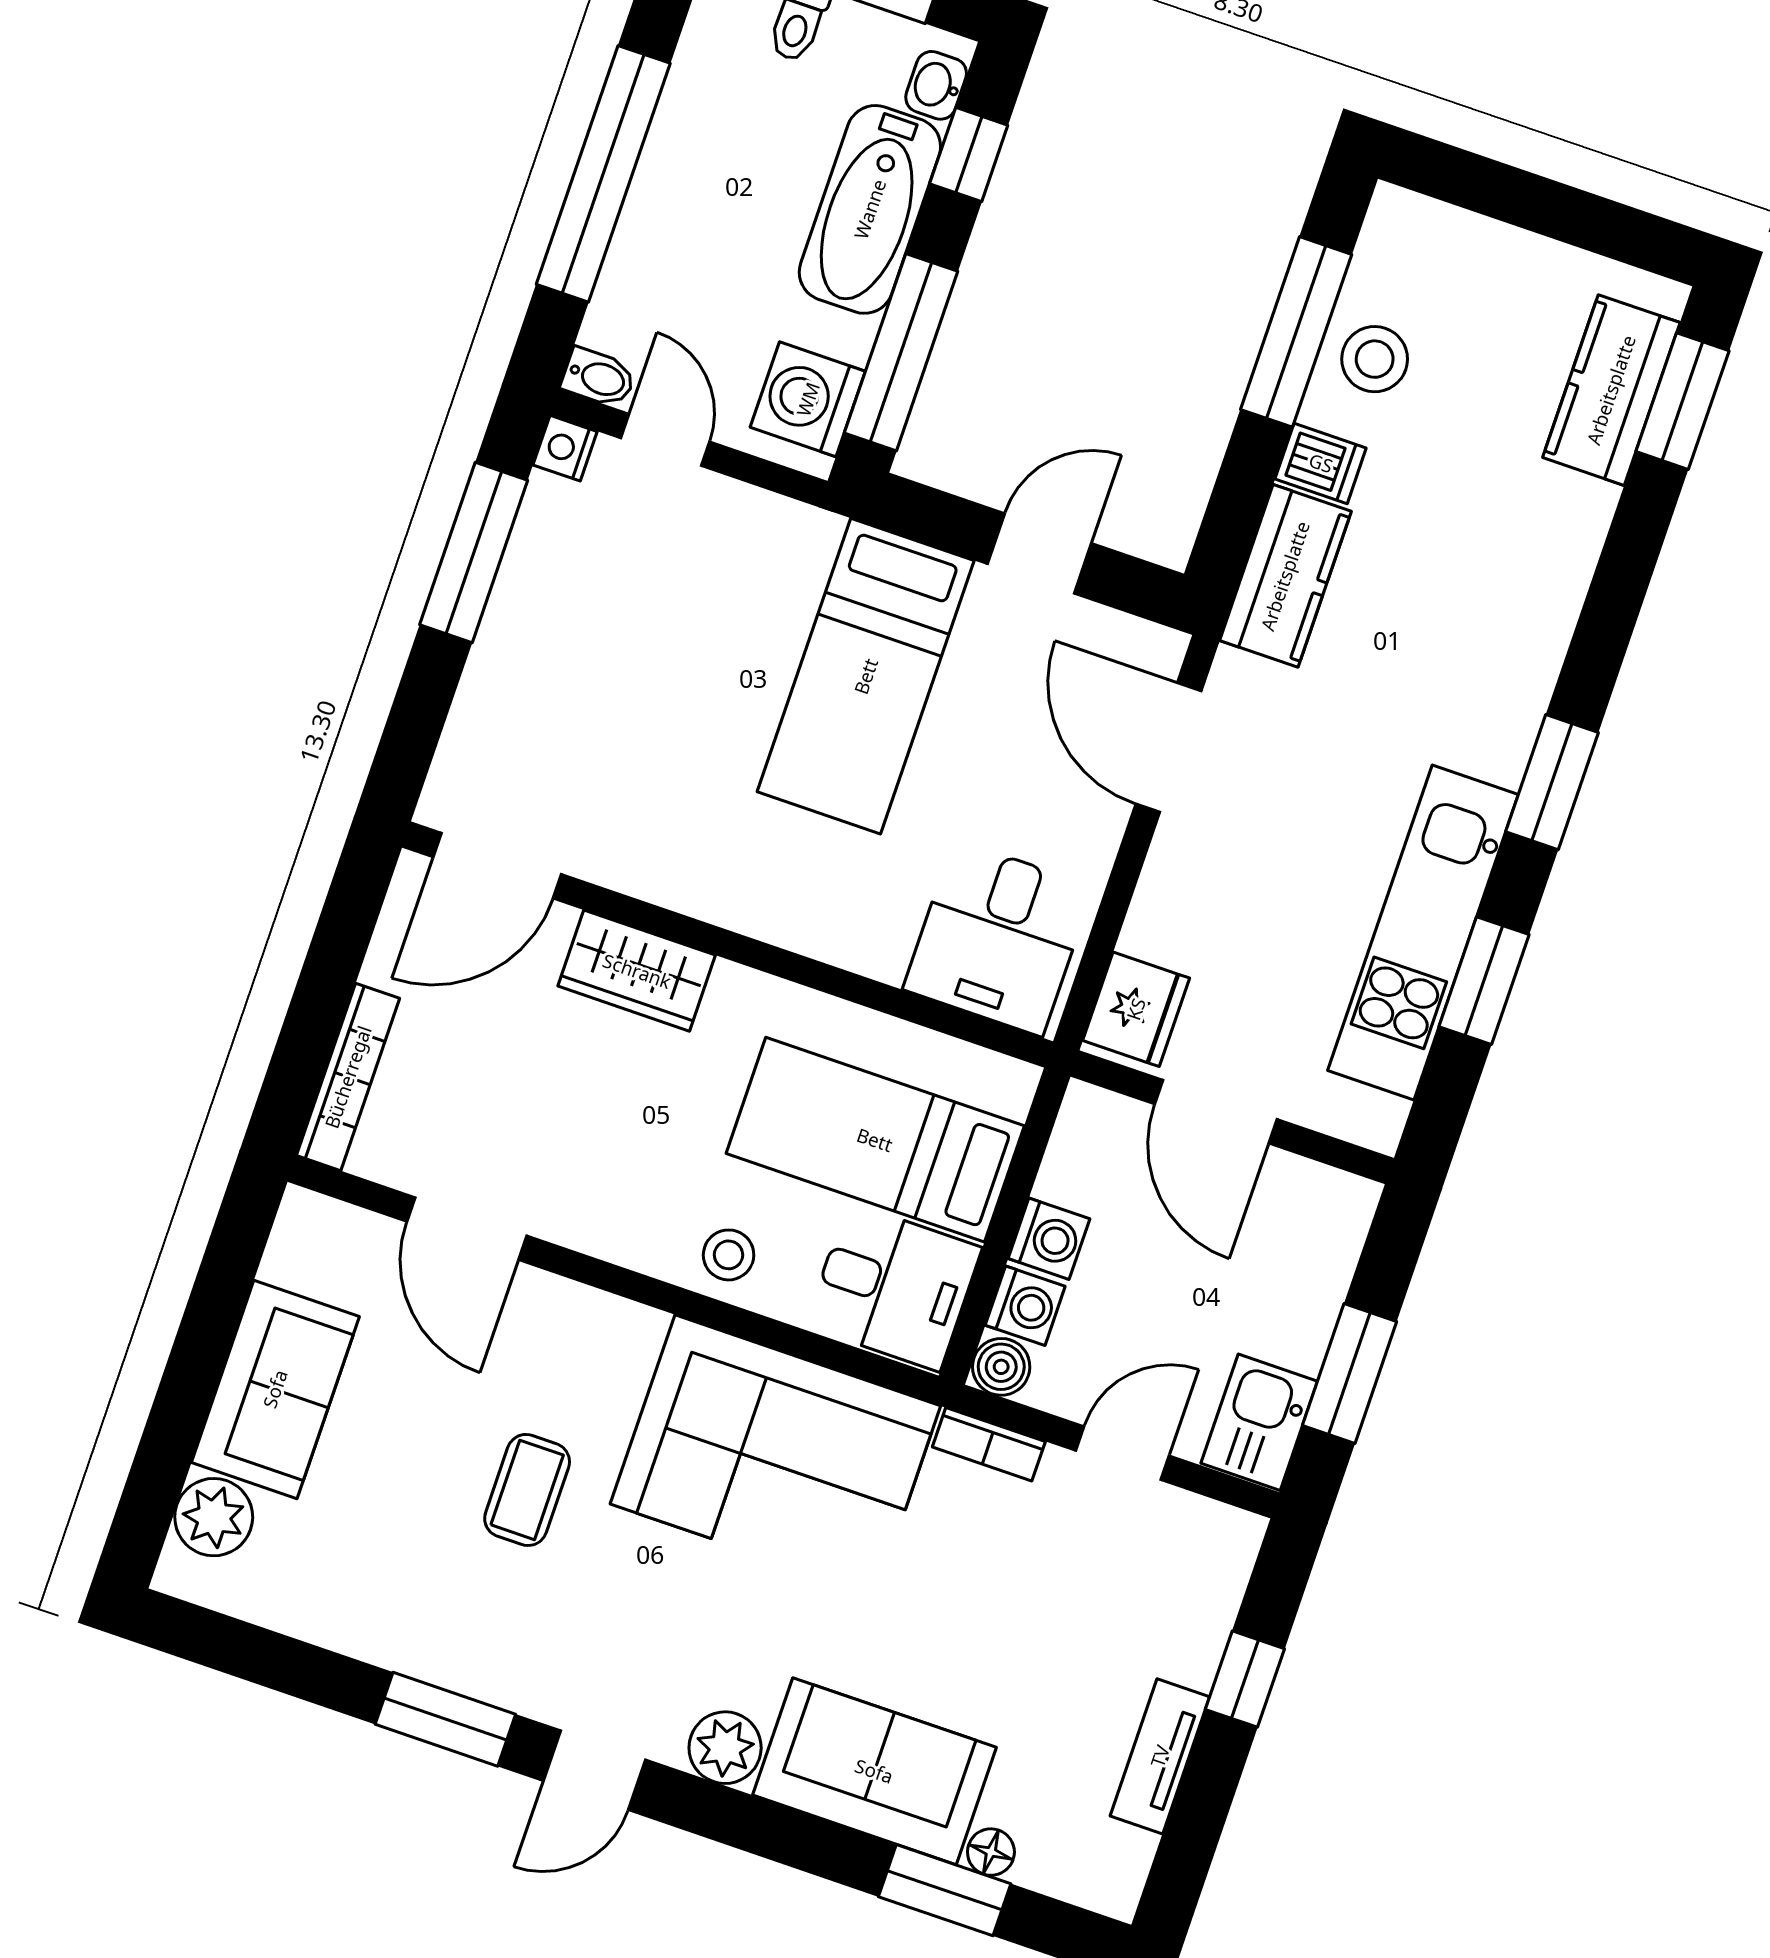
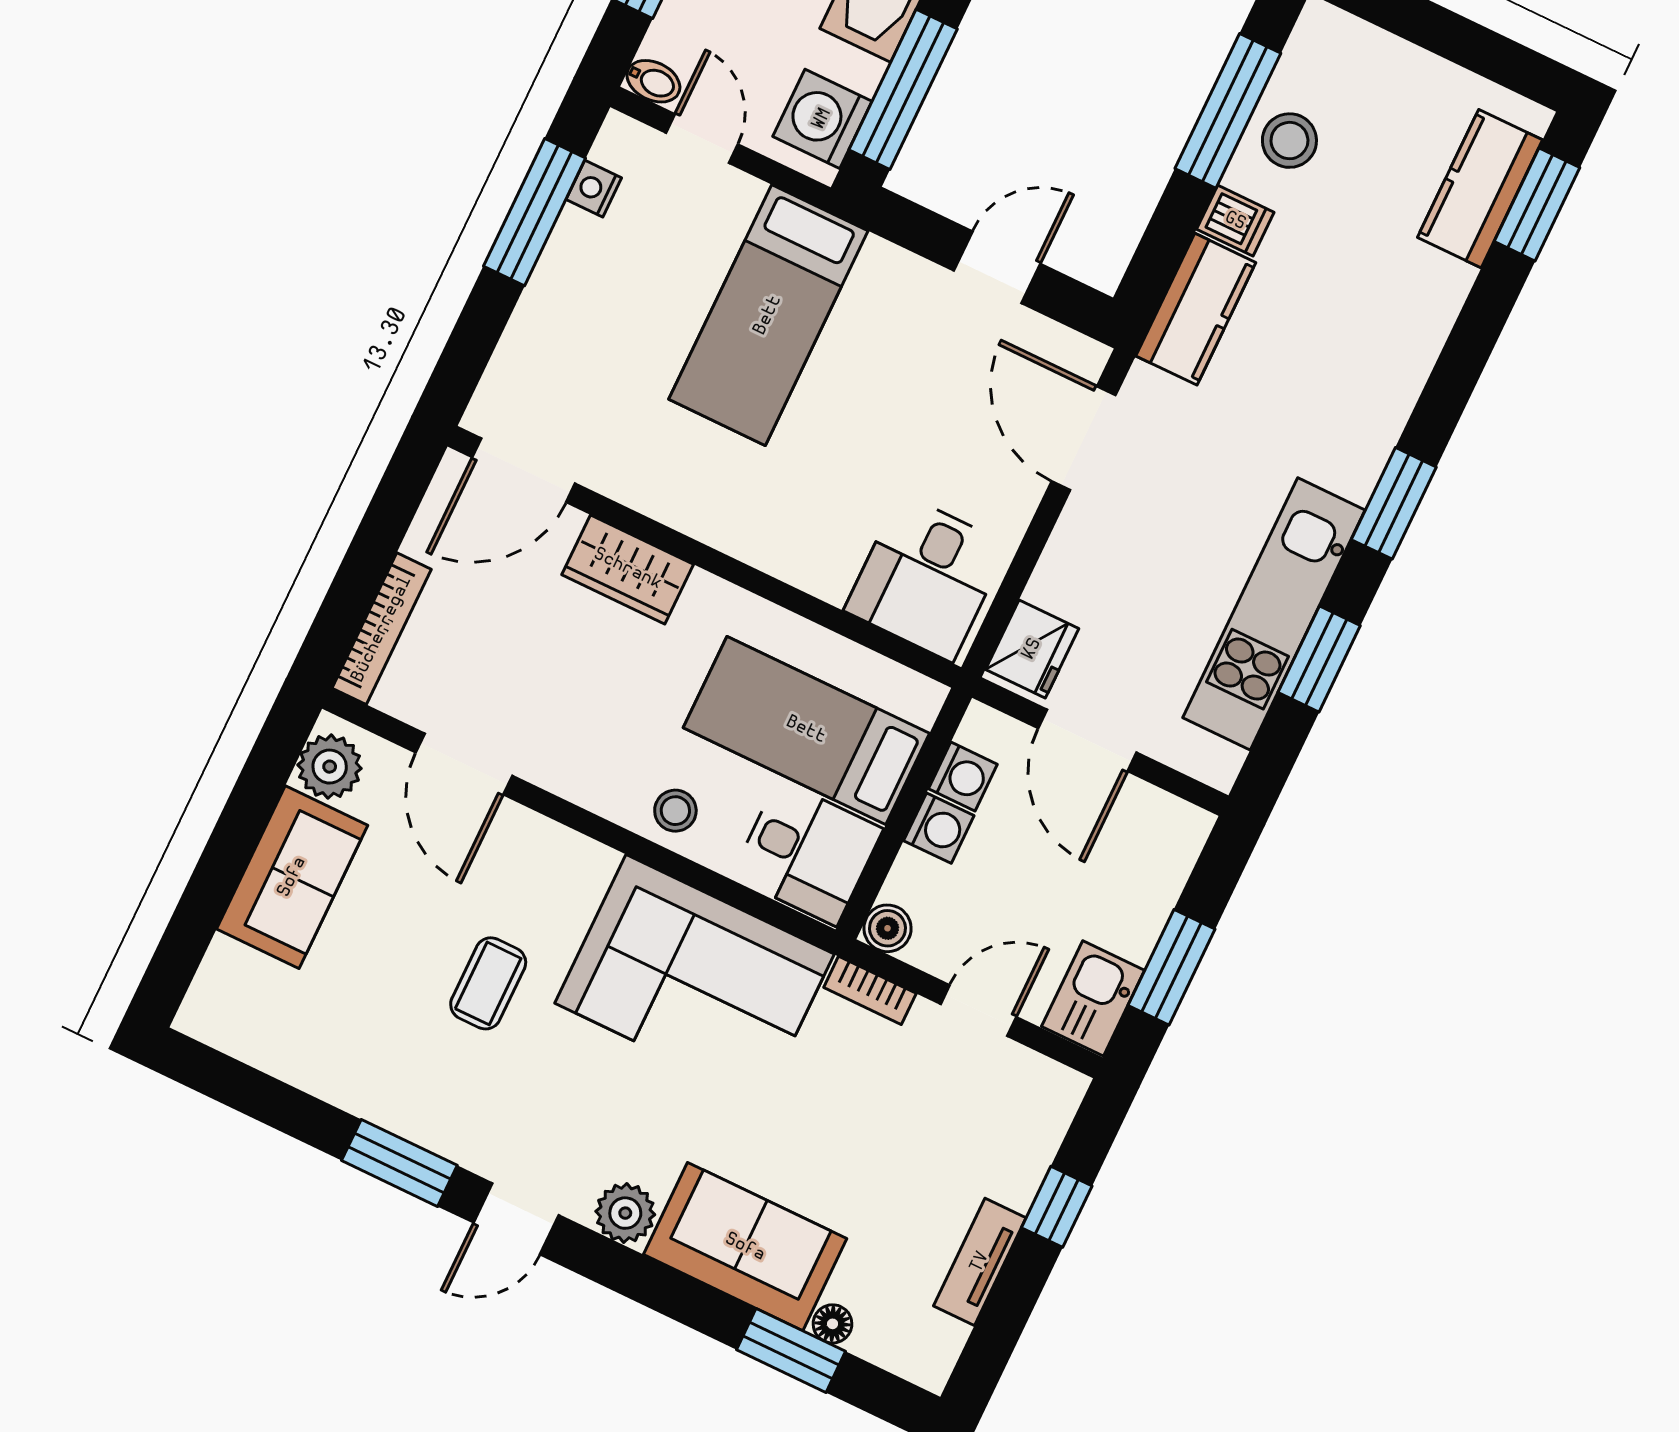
nightstand: (565, 448) -> (594, 189), moved
bed: (866, 676) -> (768, 315), moved
washing machine: (1025, 1306) -> (963, 777), moved
plant: (214, 1517) -> (330, 767), moved

